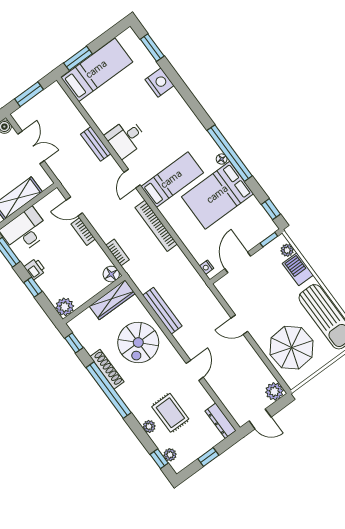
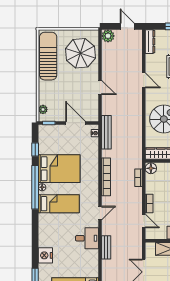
bed: (172, 180) -> (59, 204), moved, turned 180
window: (271, 209) -> (35, 150), moved
door: (238, 262) -> (75, 123), swing flipped
barbecue: (298, 269) -> (45, 94), removed
bench: (162, 311) -> (106, 132), moved
door: (195, 370) -> (144, 80), swing flipped

